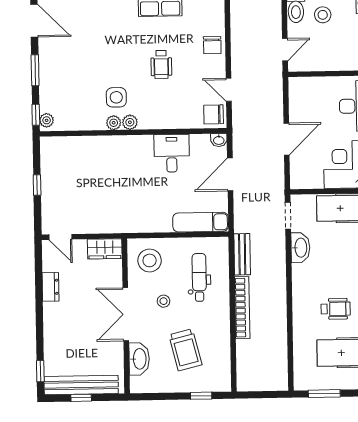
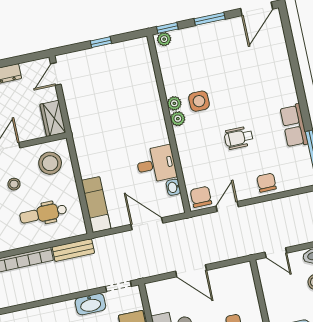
chair: (212, 45) -> (267, 183), turned 90
washbasin: (219, 140) -> (173, 187), moved
dental chair: (199, 277) -> (43, 214), turned 180

